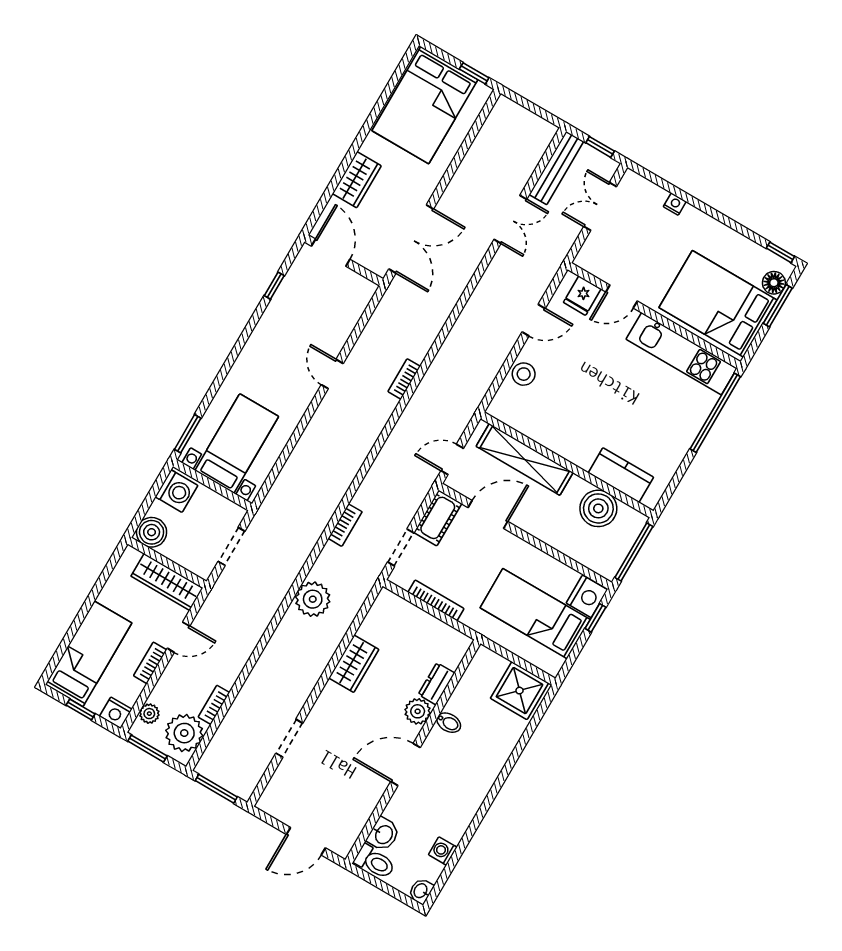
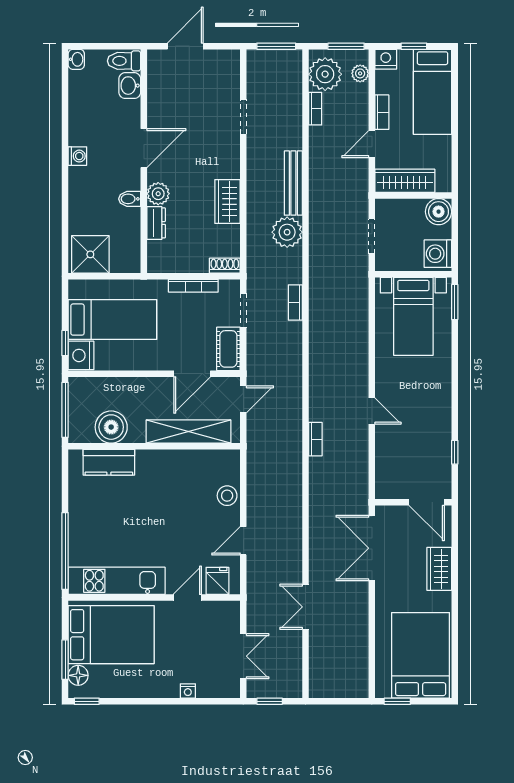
bench: (556, 168) -> (293, 183), moved
shoe rack: (393, 602) -> (225, 266), added
washing machine: (443, 851) -> (77, 156), moved

